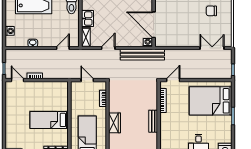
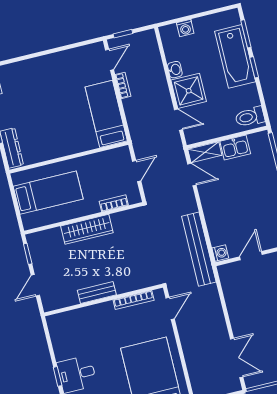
door: (154, 25) -> (251, 256), width x0.53
shower: (47, 38) -> (189, 91), added
door: (108, 48) -> (192, 174), moved
door: (173, 80) -> (170, 308), hinge flipped
bed: (49, 120) -> (106, 114), moved
wardrobe: (114, 123) -> (87, 229), width x1.50

